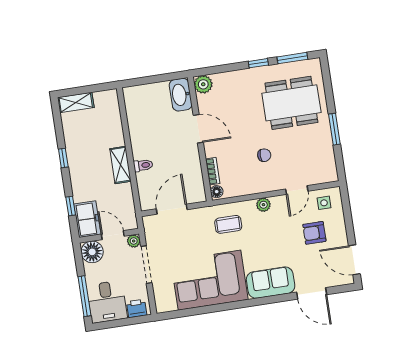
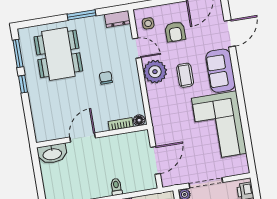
plant: (203, 84) -> (43, 133), removed
dresser: (329, 169) -> (117, 19), added
plant: (263, 205) -> (155, 72), width x1.88, depth x1.88
door: (172, 209) -> (155, 160), swing flipped
coffee table: (228, 224) -> (185, 75), moved

